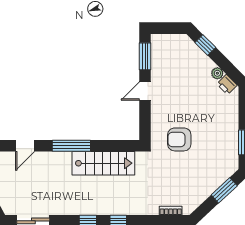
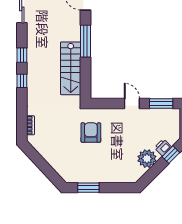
plant: (217, 73) -> (147, 159), width x1.88, depth x1.88
printer: (227, 85) -> (163, 147), moved
window: (224, 190) -> (48, 171), removed

